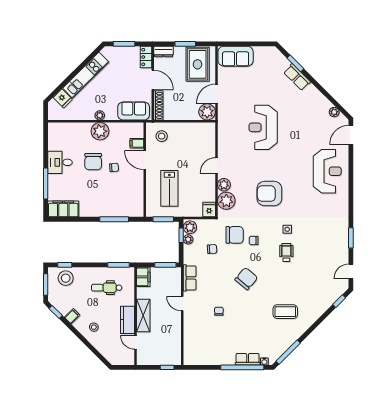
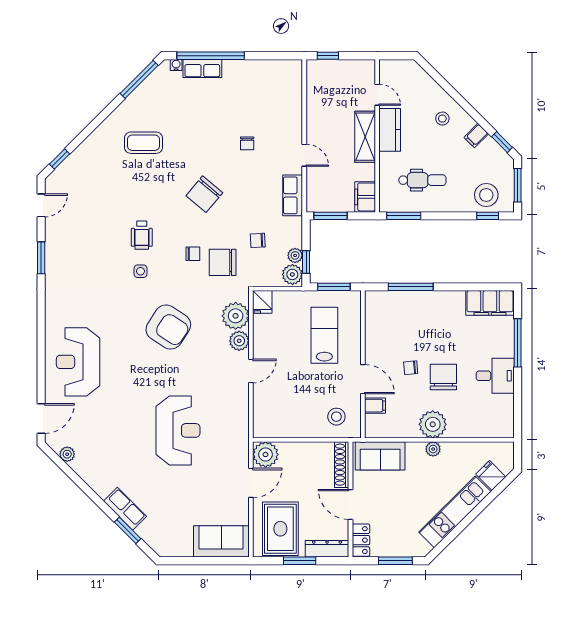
dresser: (163, 52) -> (327, 549), width x1.44
armchair: (269, 194) -> (168, 327), turned 33

